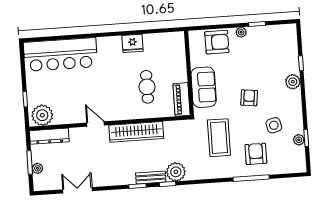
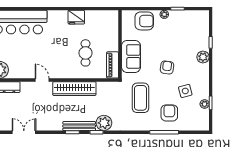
bench: (151, 177) -> (79, 126), width x1.36

